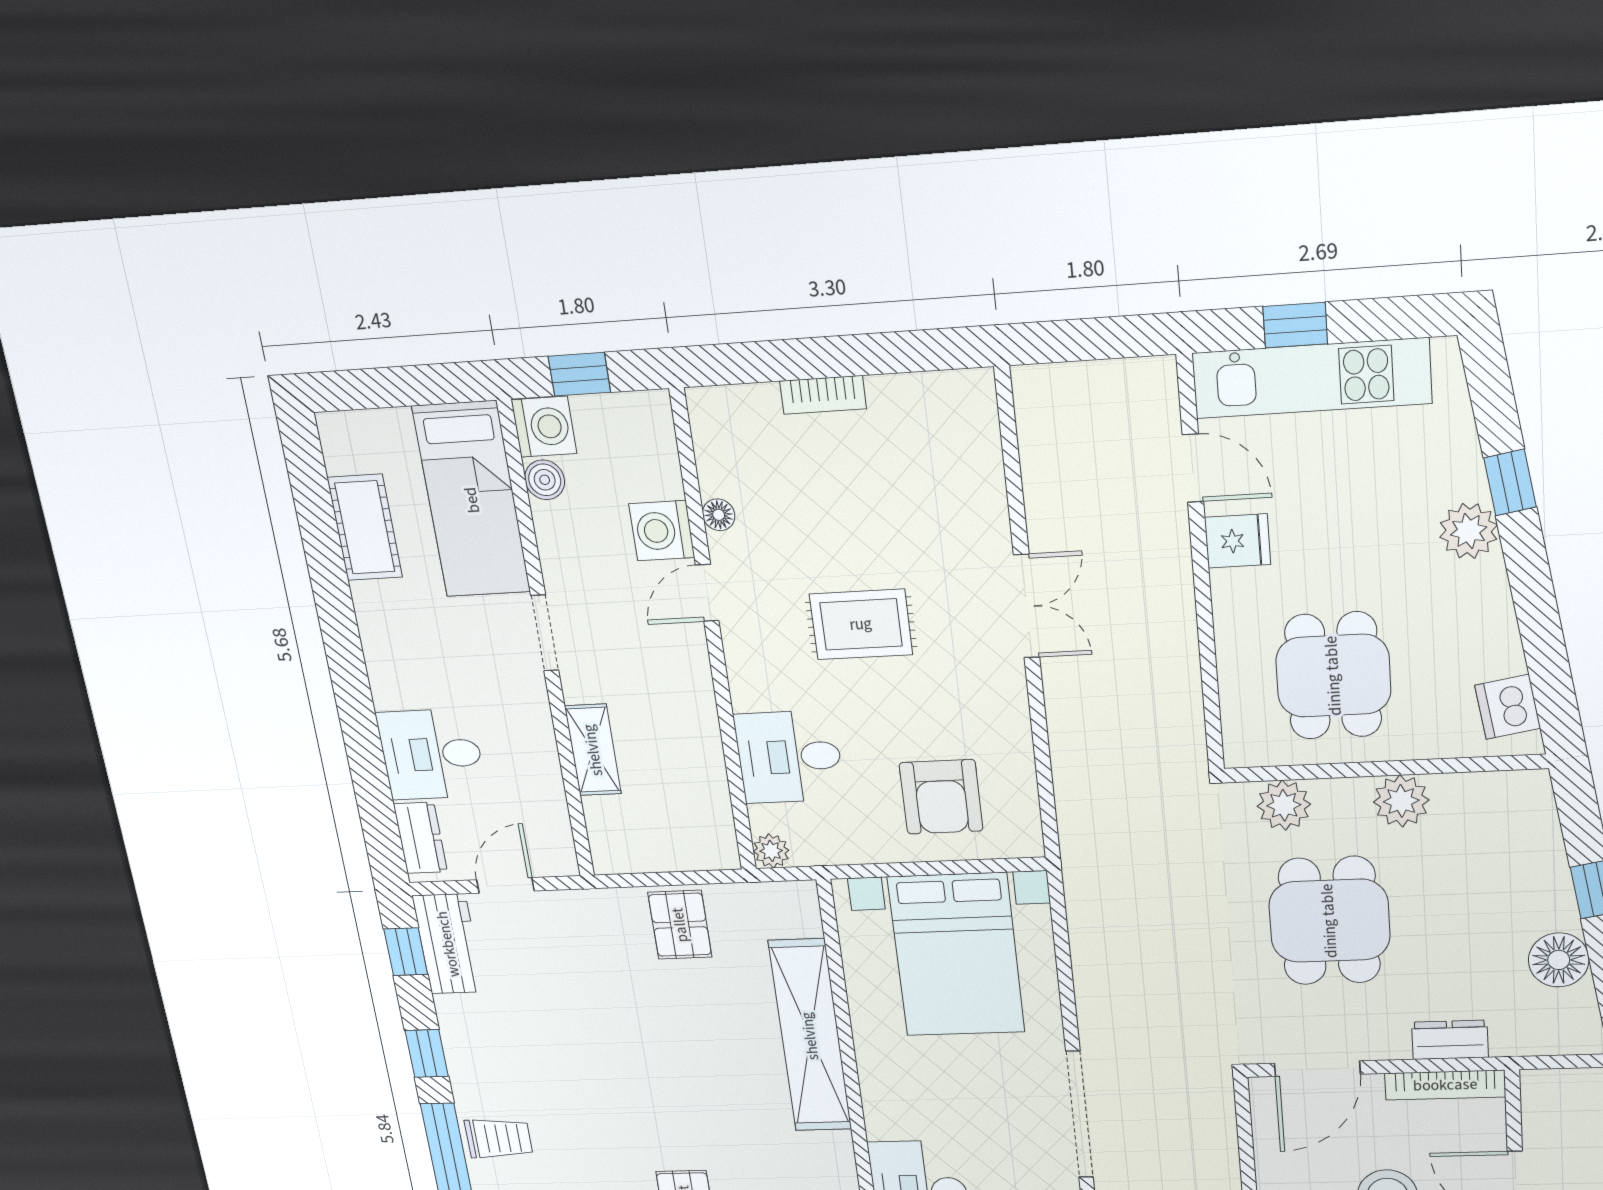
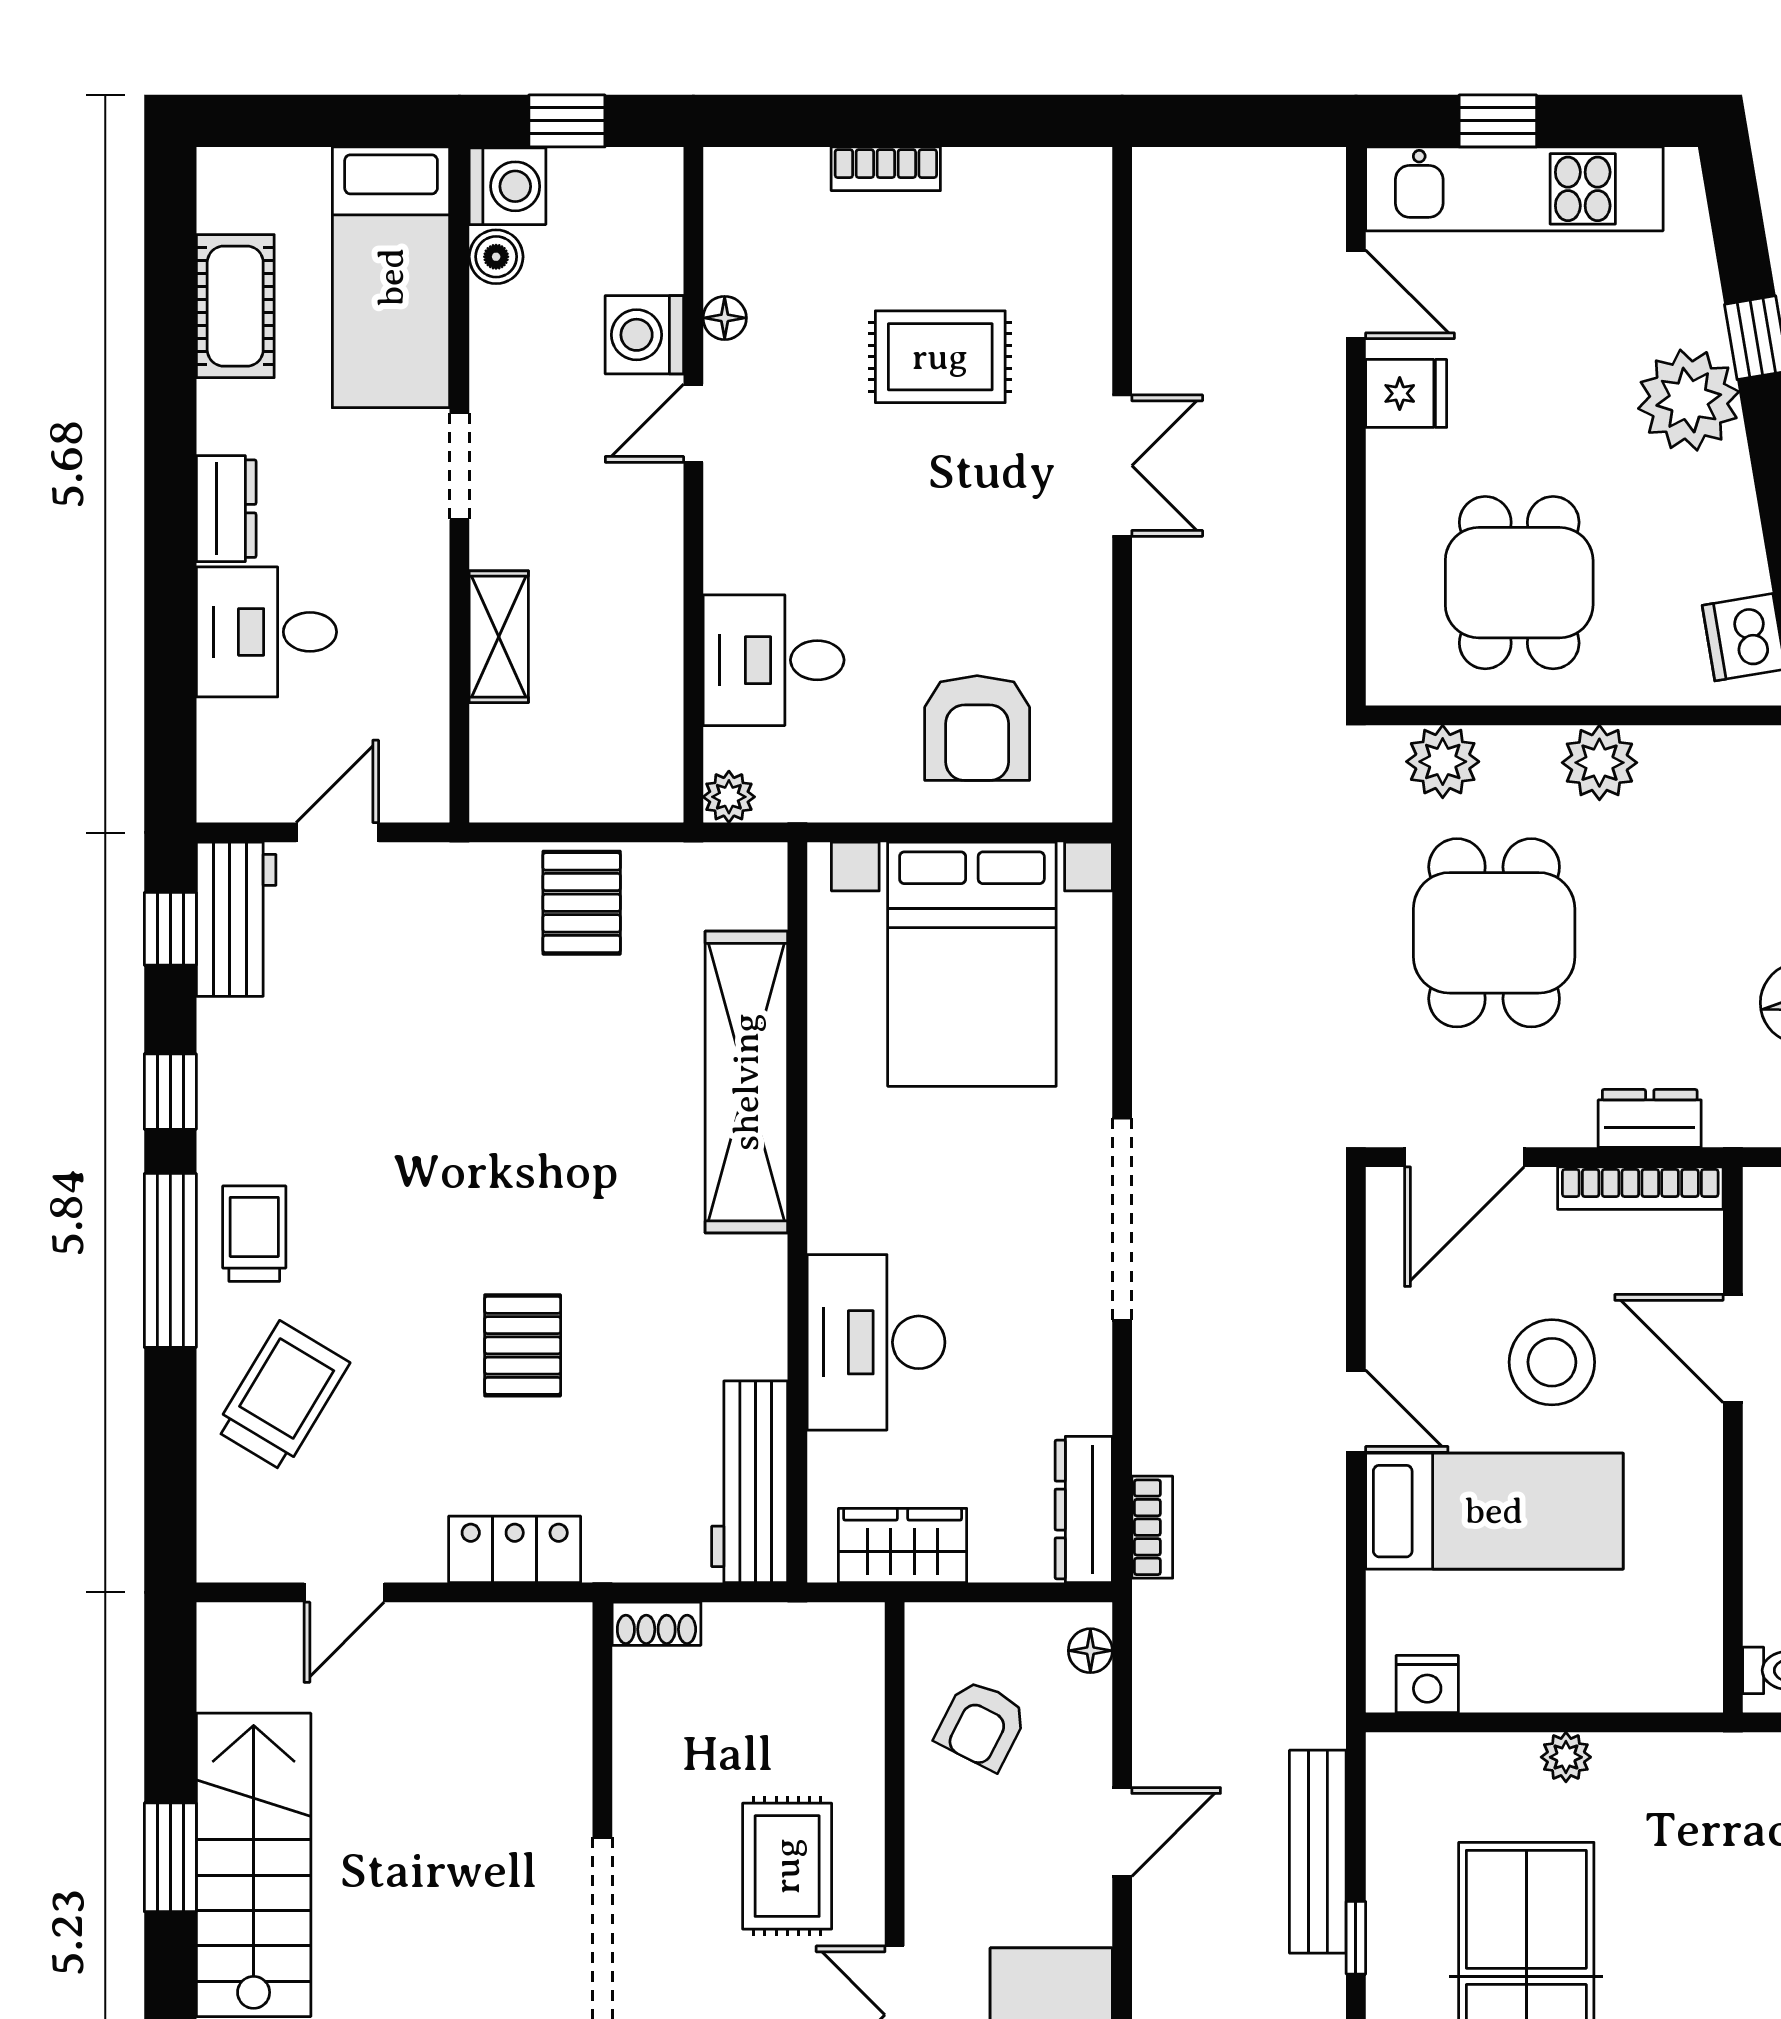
plant: (1469, 531) -> (1689, 400), width x1.36, depth x1.36
rug: (861, 624) -> (940, 357), moved
dresser: (420, 838) -> (226, 509), moved
trolley: (499, 1138) -> (254, 1234), turned -90

